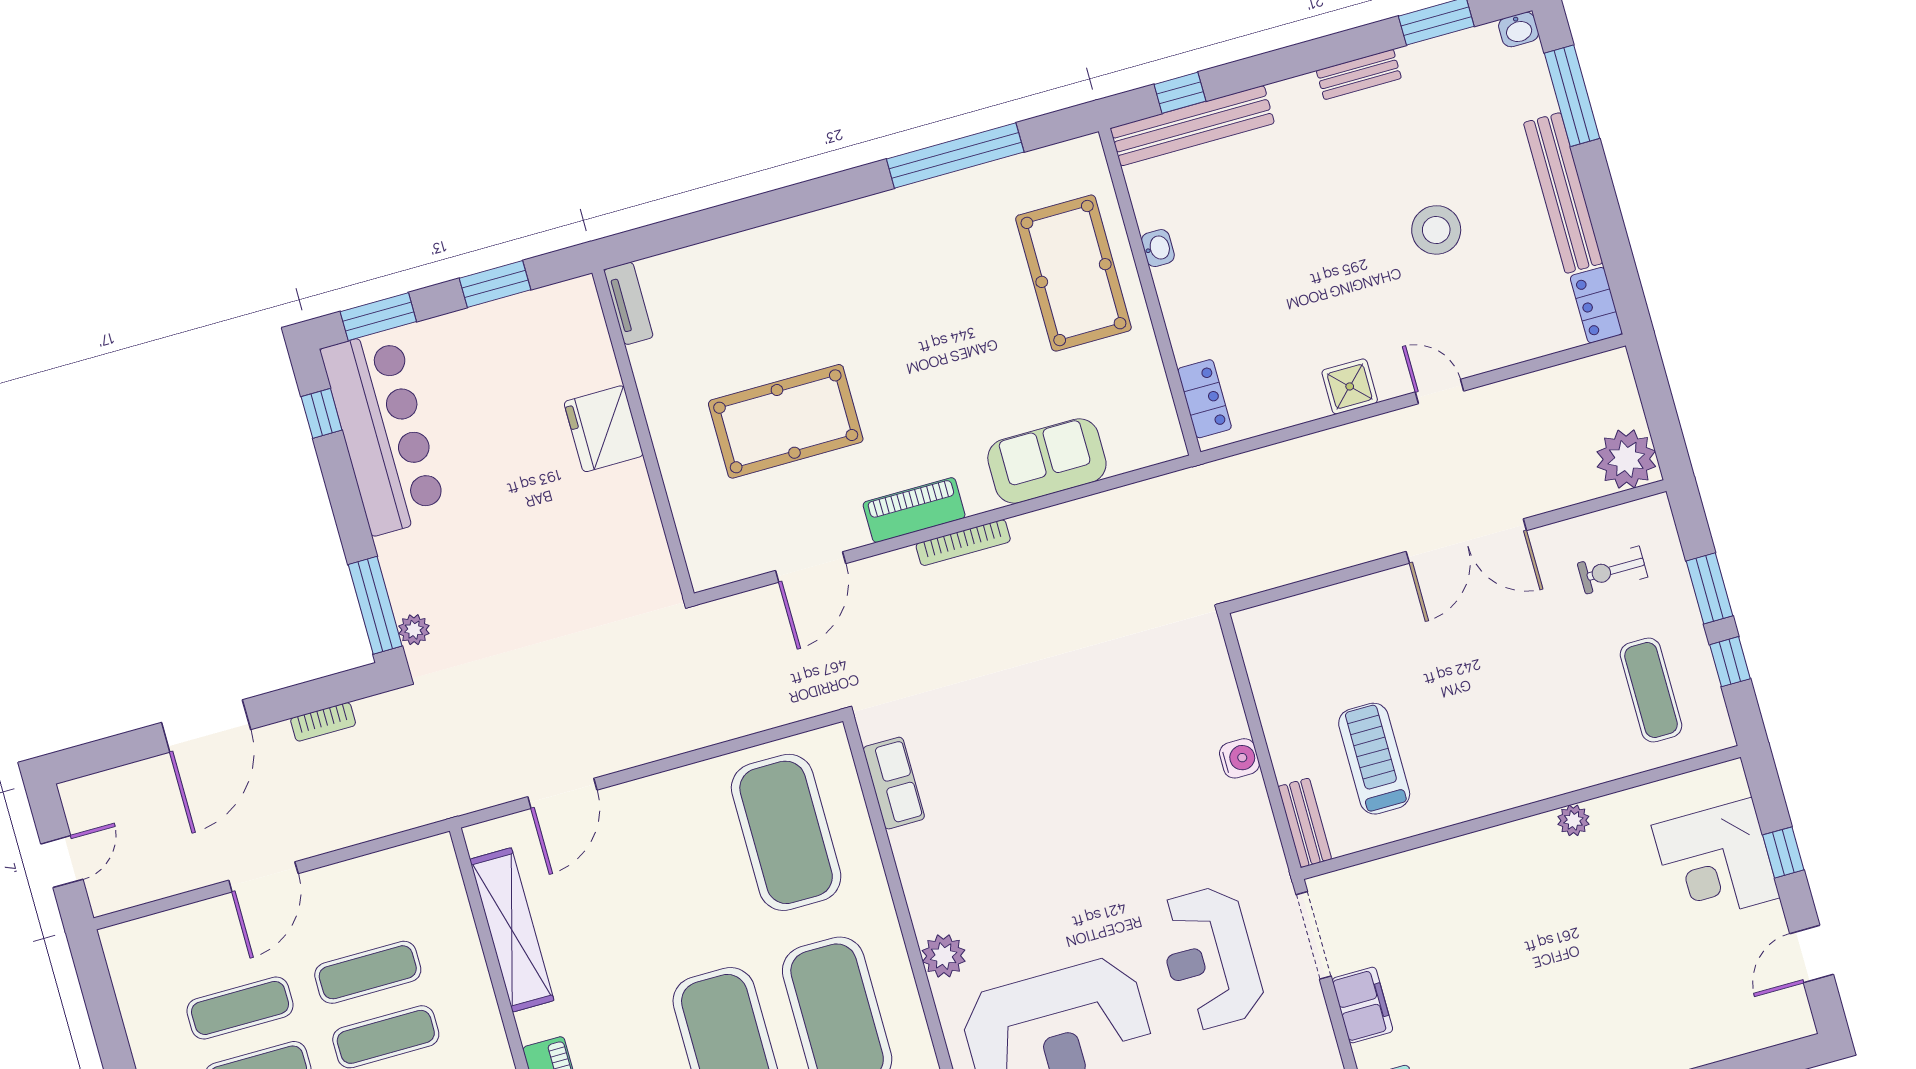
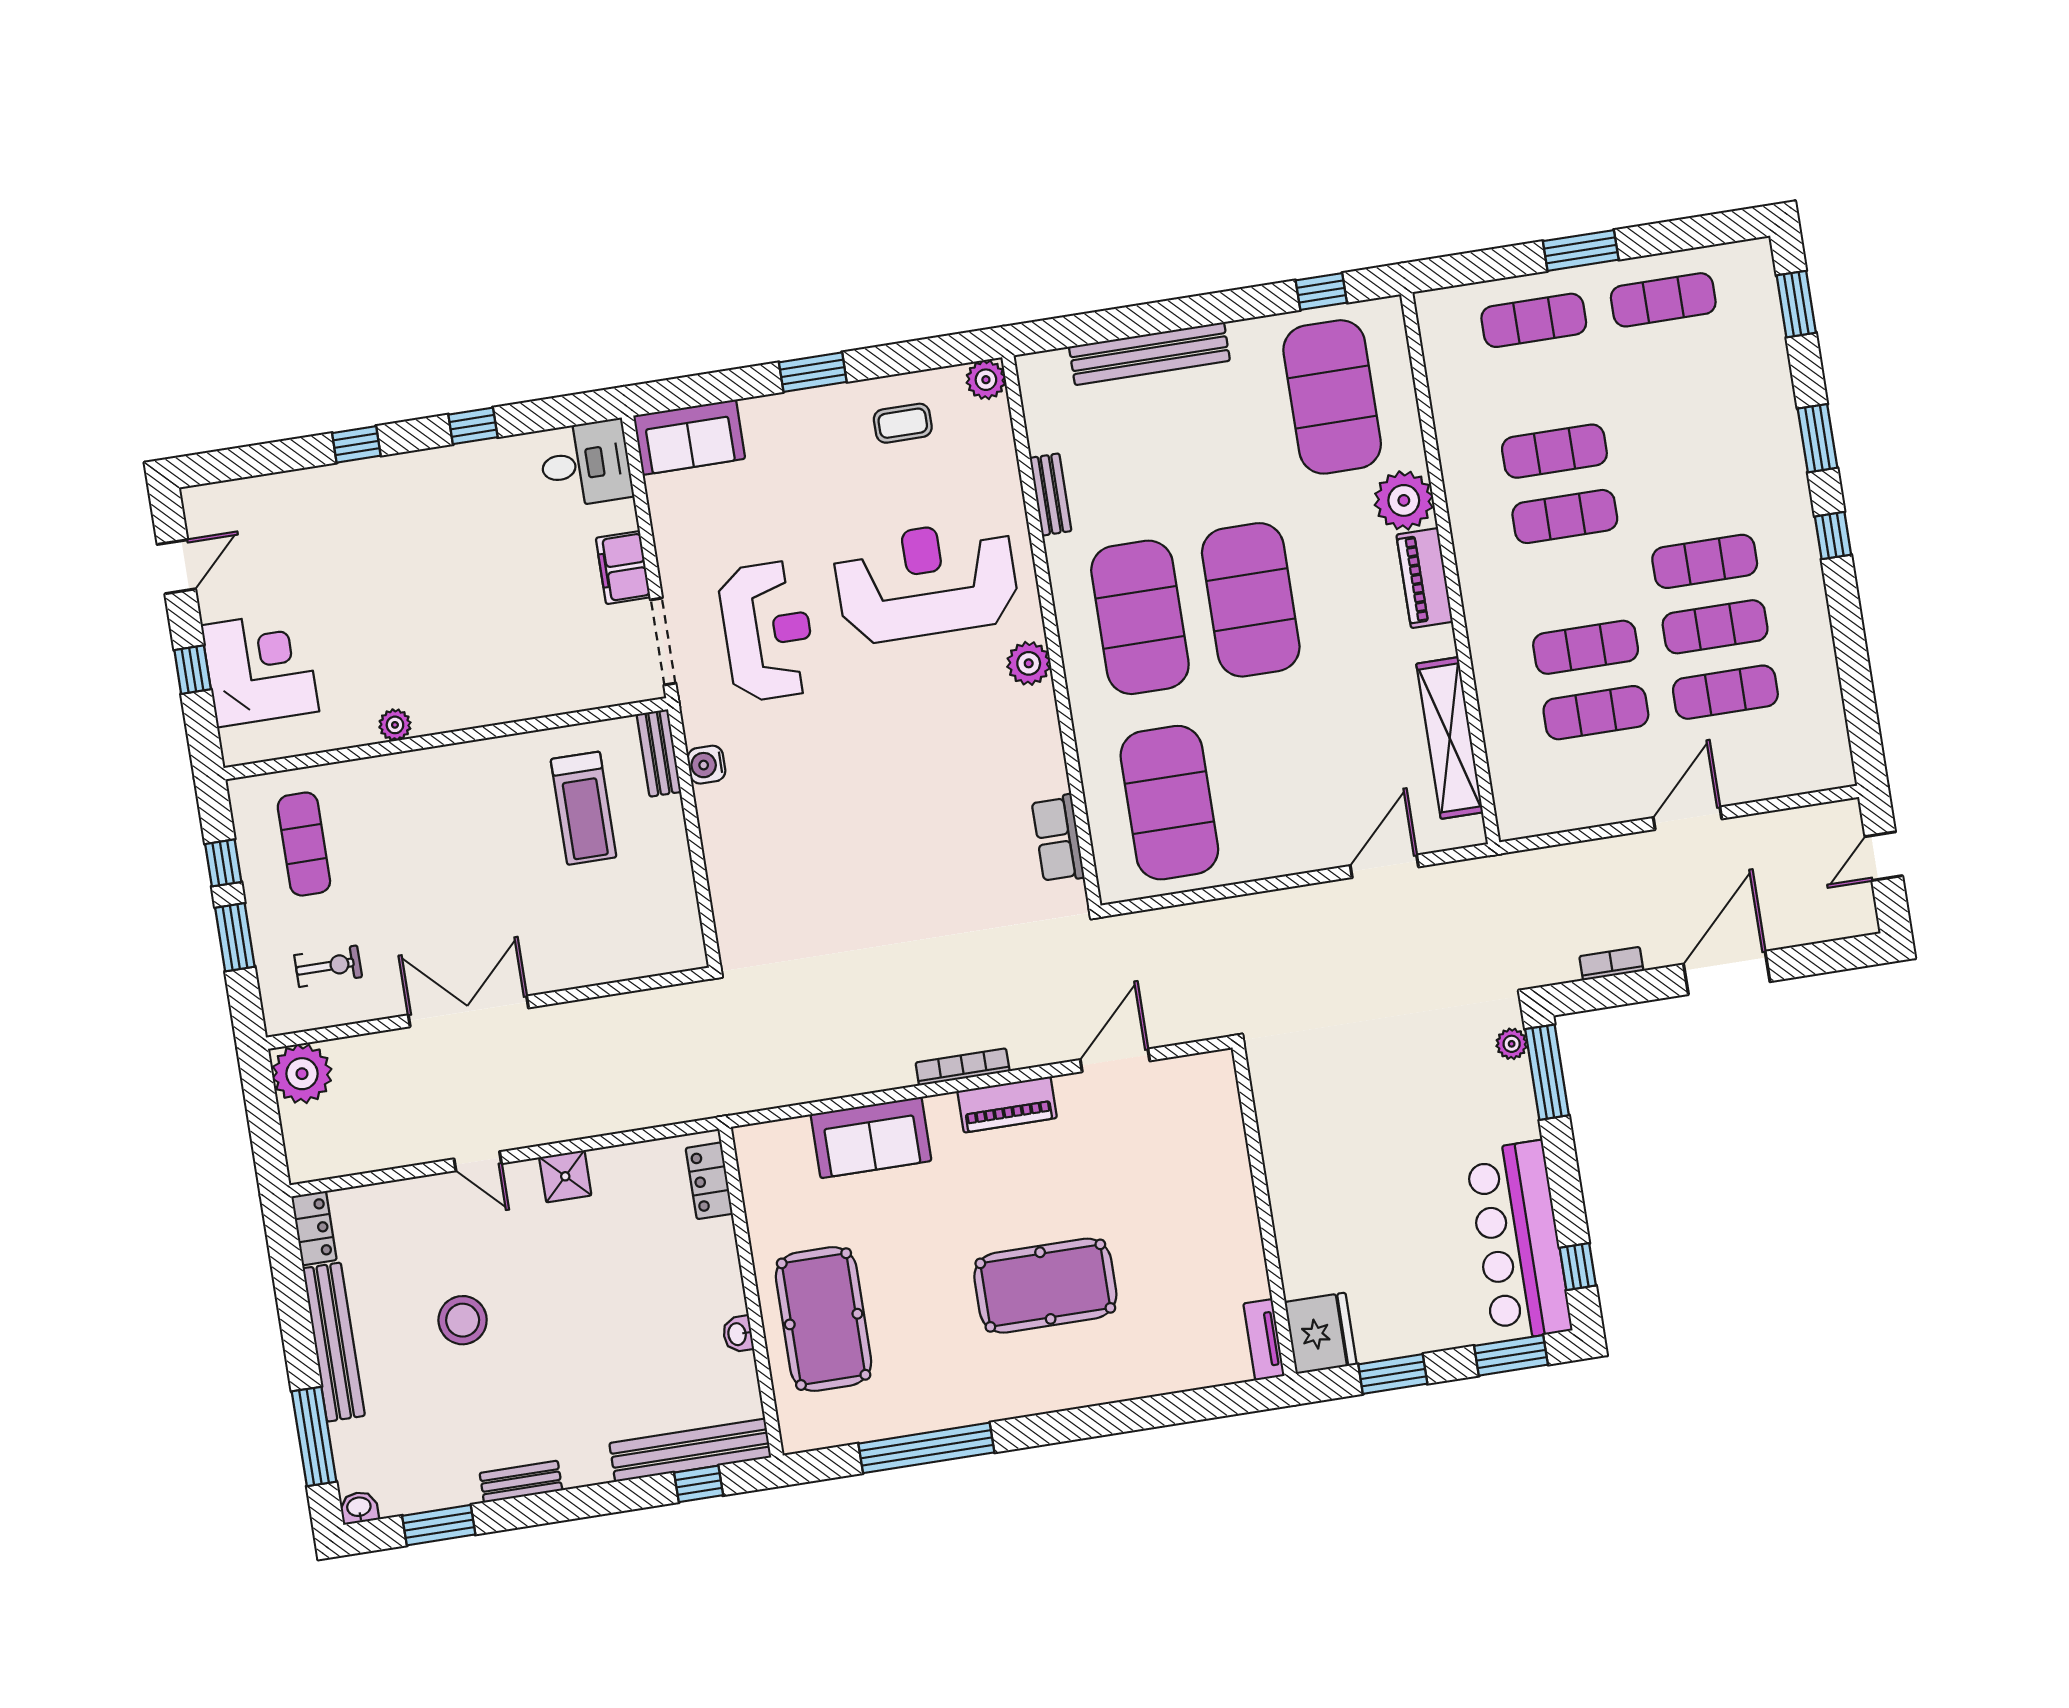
pool table: (786, 421) -> (1045, 1286), moved
fridge: (604, 429) -> (1321, 1333), moved
water cooler: (1239, 758) -> (706, 765), moved

